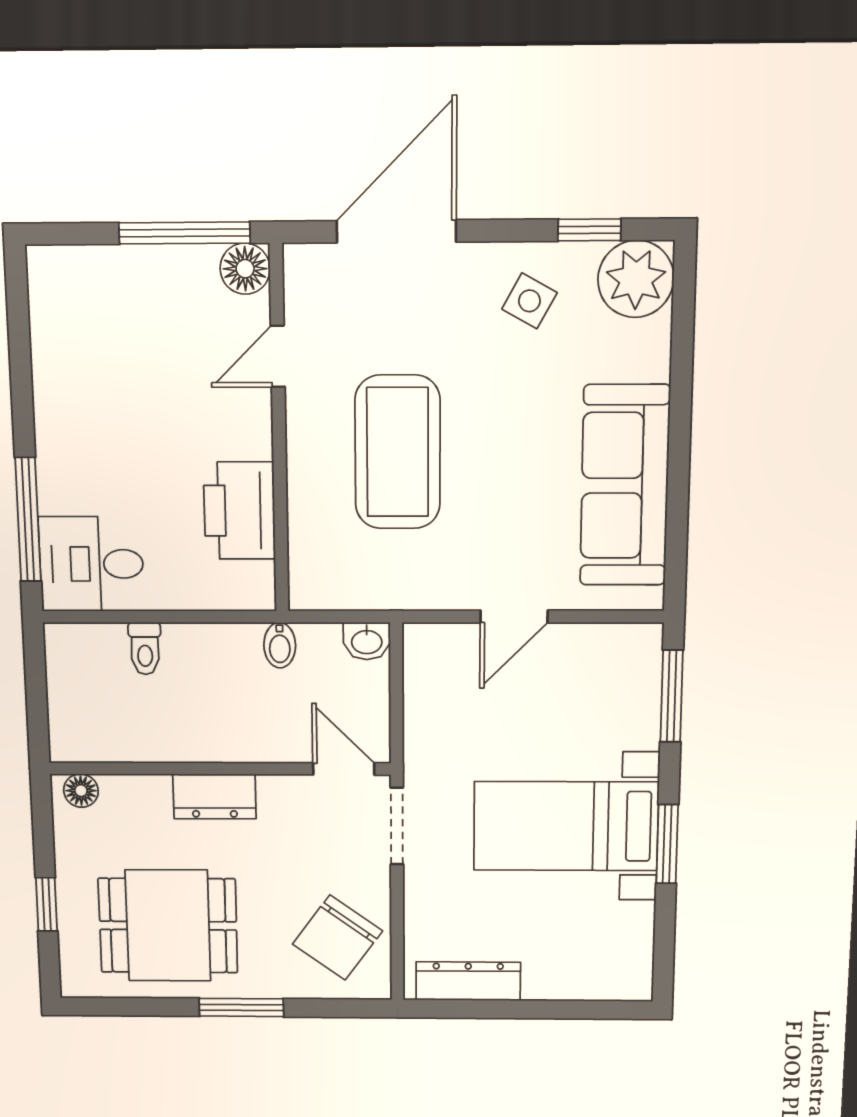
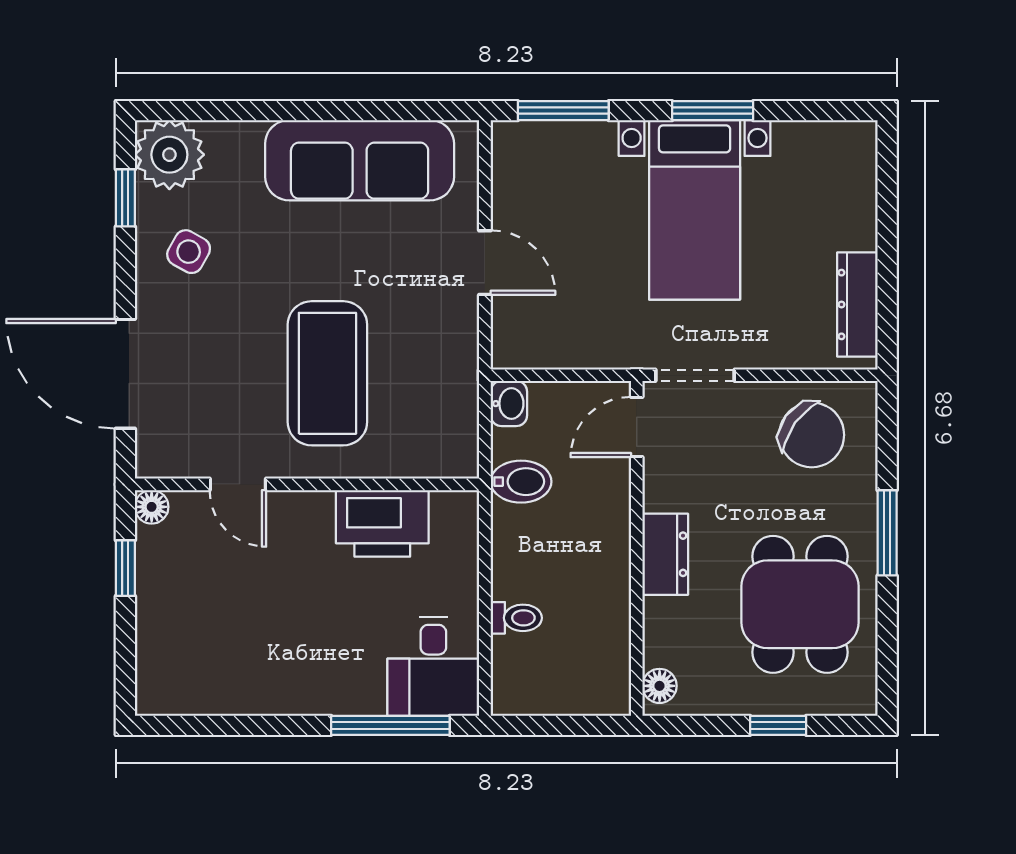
window: (184, 233) -> (125, 568), width x0.46
floor lamp: (245, 269) -> (152, 507), width x0.73, depth x0.73
coffee table: (398, 452) -> (327, 373), turned 90
bidet: (280, 645) -> (521, 482), width x1.38, depth x1.36

